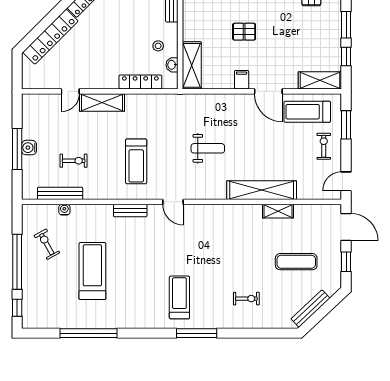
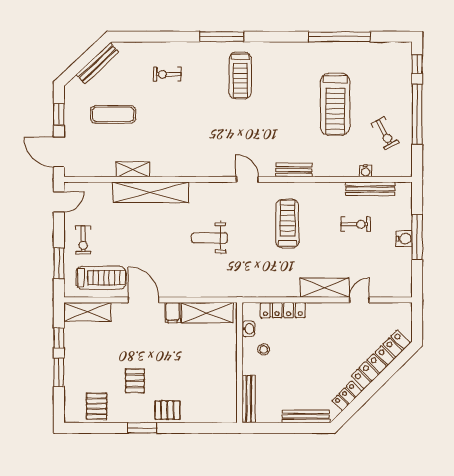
pallet: (244, 32) -> (135, 381), moved, turned 90
shelving: (192, 65) -> (207, 313), moved, turned 90
exercise bike: (74, 161) -> (356, 224), turned 180

